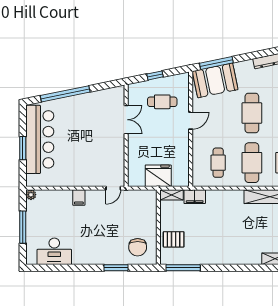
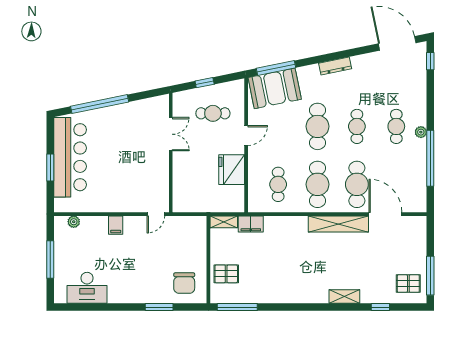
fridge: (158, 176) -> (232, 170), moved, turned -90
plant: (31, 195) -> (74, 222), moved

